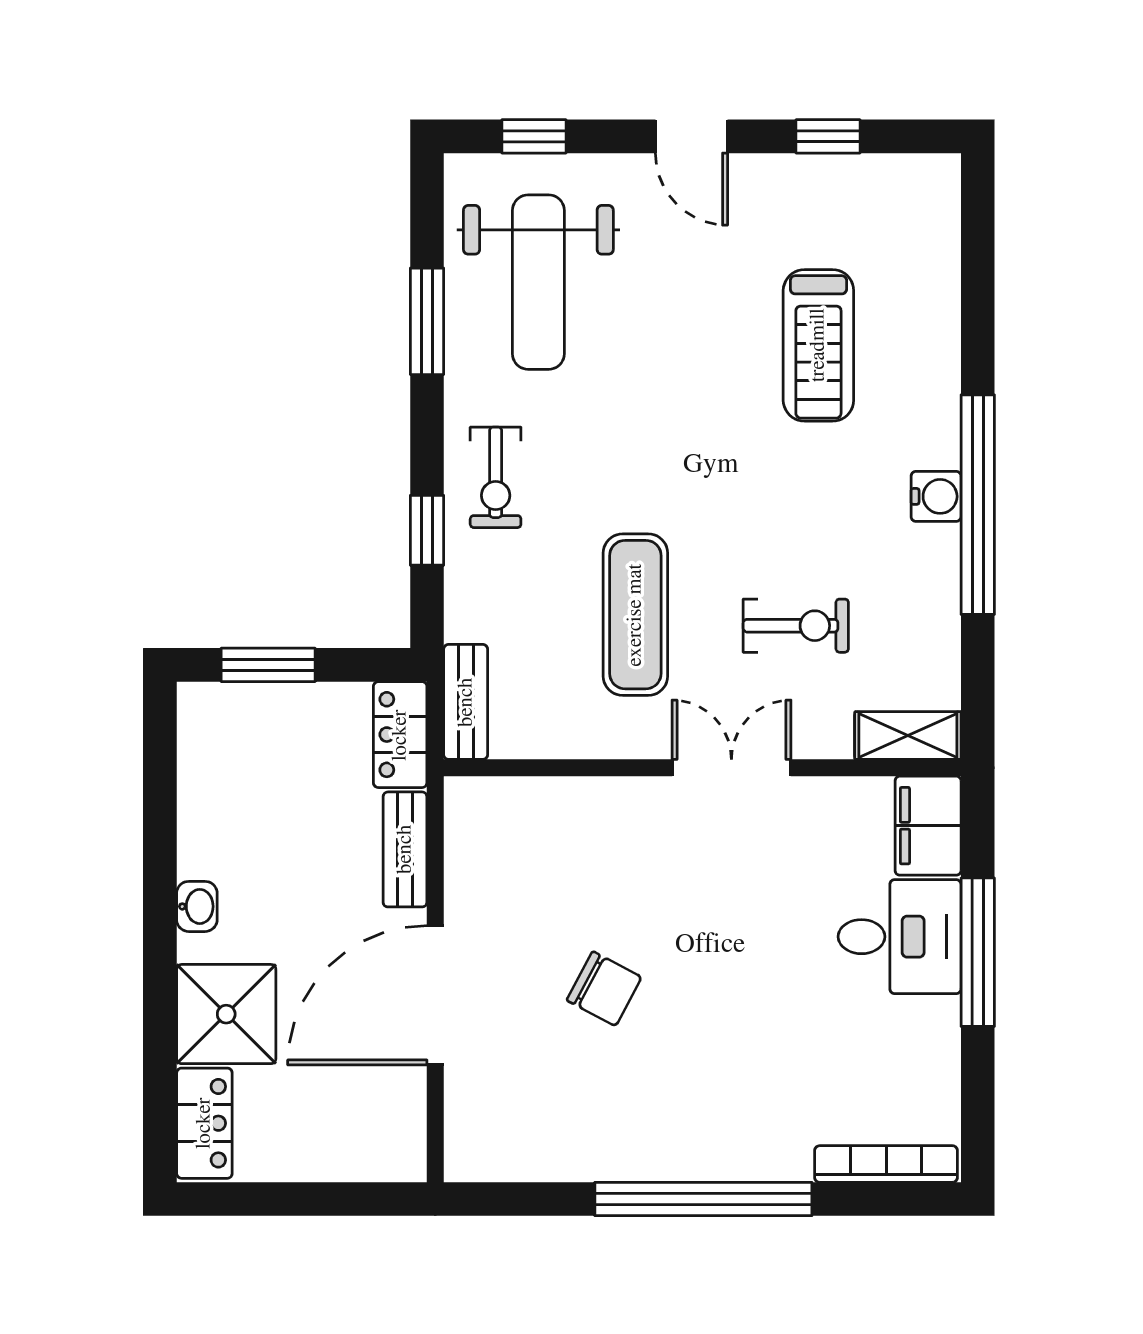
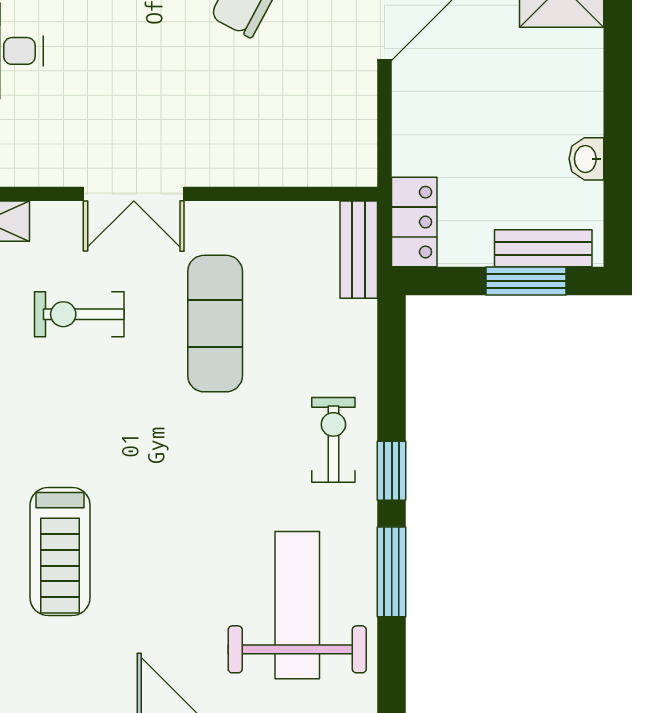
treadmill: (818, 345) -> (60, 551), turned 180
window: (427, 530) -> (392, 471), moved
bench: (405, 849) -> (543, 248), moved, turned 90
washbasin: (197, 906) -> (586, 159), moved

